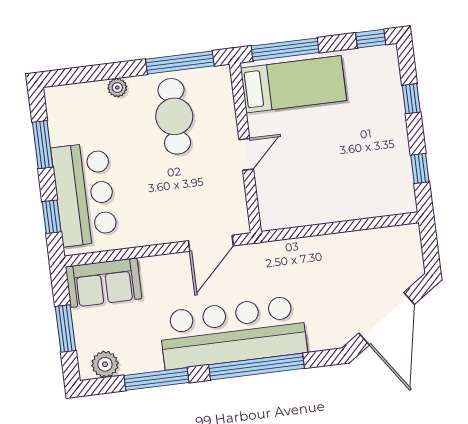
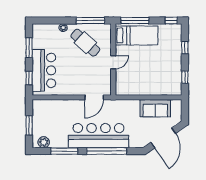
cafe table: (174, 116) -> (85, 43), turned -48
sofa: (104, 283) -> (155, 108), moved

